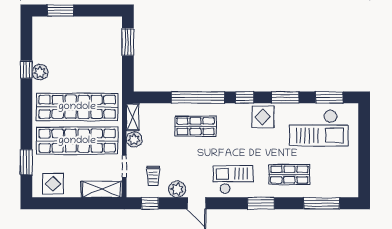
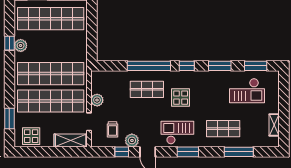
shop shelf: (77, 39) -> (51, 19), added
window: (128, 42) -> (92, 21), removed
shelving: (133, 117) -> (274, 125), moved
display table: (263, 117) -> (181, 98), moved
checkout: (319, 128) -> (247, 91), width x0.73, depth x0.83
window: (150, 203) -> (122, 152), moved
window: (261, 203) -> (188, 152), moved
window: (322, 203) -> (239, 152), moved

